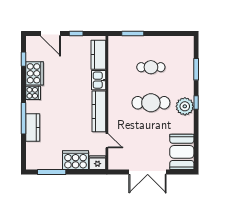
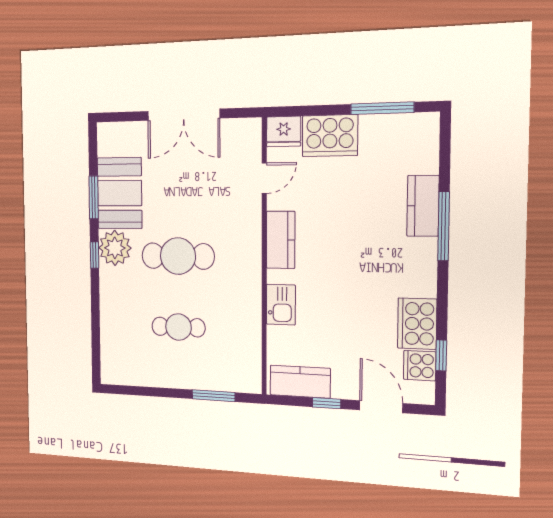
kitchen counter: (98, 55) -> (300, 382), moved, turned -90
window: (196, 69) -> (94, 197), moved
cooker: (33, 93) -> (420, 366), moved
kitchen counter: (99, 111) -> (281, 240), width x0.67
door: (107, 141) -> (264, 178), swing flipped
booth: (182, 152) -> (120, 193), moved
double door: (148, 172) -> (184, 115), swing flipped

